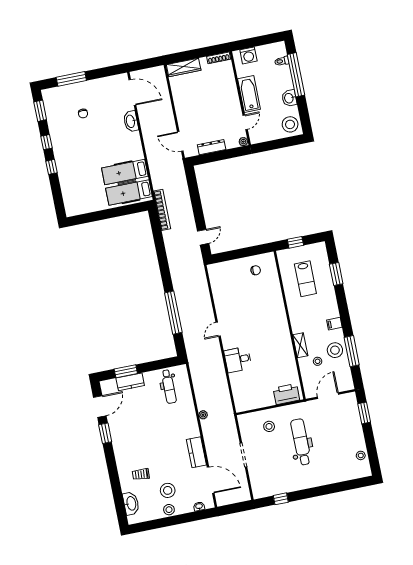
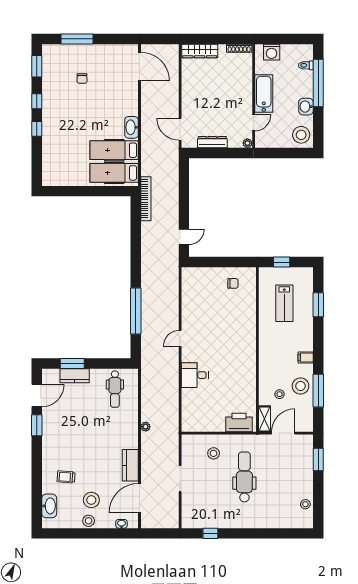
washbasin: (131, 121) -> (132, 127), moved
shelving: (300, 345) -> (264, 419), moved
door: (211, 480) -> (139, 498), swing flipped

